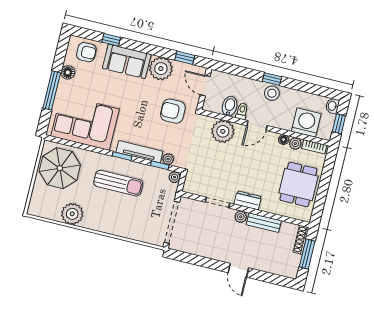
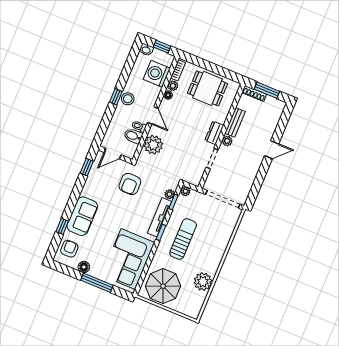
plant: (161, 69) -> (93, 189), removed

